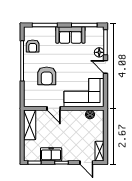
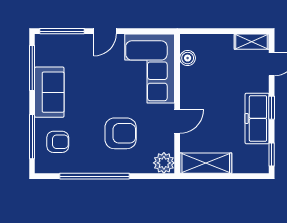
armchair: (33, 46) -> (58, 142), moved
floor lamp: (99, 52) -> (80, 42), removed
plant: (30, 101) -> (164, 163), added
freezer: (51, 154) -> (257, 118), width x1.40

